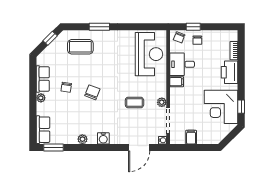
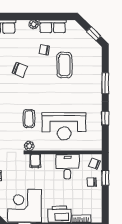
window: (134, 27) -> (105, 118), added
coffee table: (80, 47) -> (64, 65), moved
reception desk: (149, 54) -> (64, 126), moved
filing cabinet: (177, 82) -> (35, 161), moved
chair: (92, 92) -> (20, 70), moved

